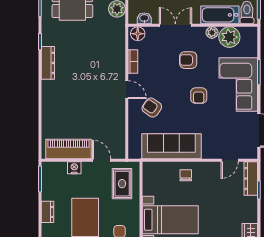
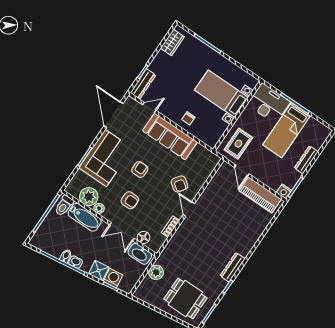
washbasin: (144, 18) -> (140, 254), width x1.91, depth x1.45
floor lamp: (138, 34) -> (144, 237), moved
sofa: (171, 146) -> (170, 136), moved
nightstand: (74, 168) -> (284, 191), moved
dresser: (48, 212) -> (306, 160), width x1.44

